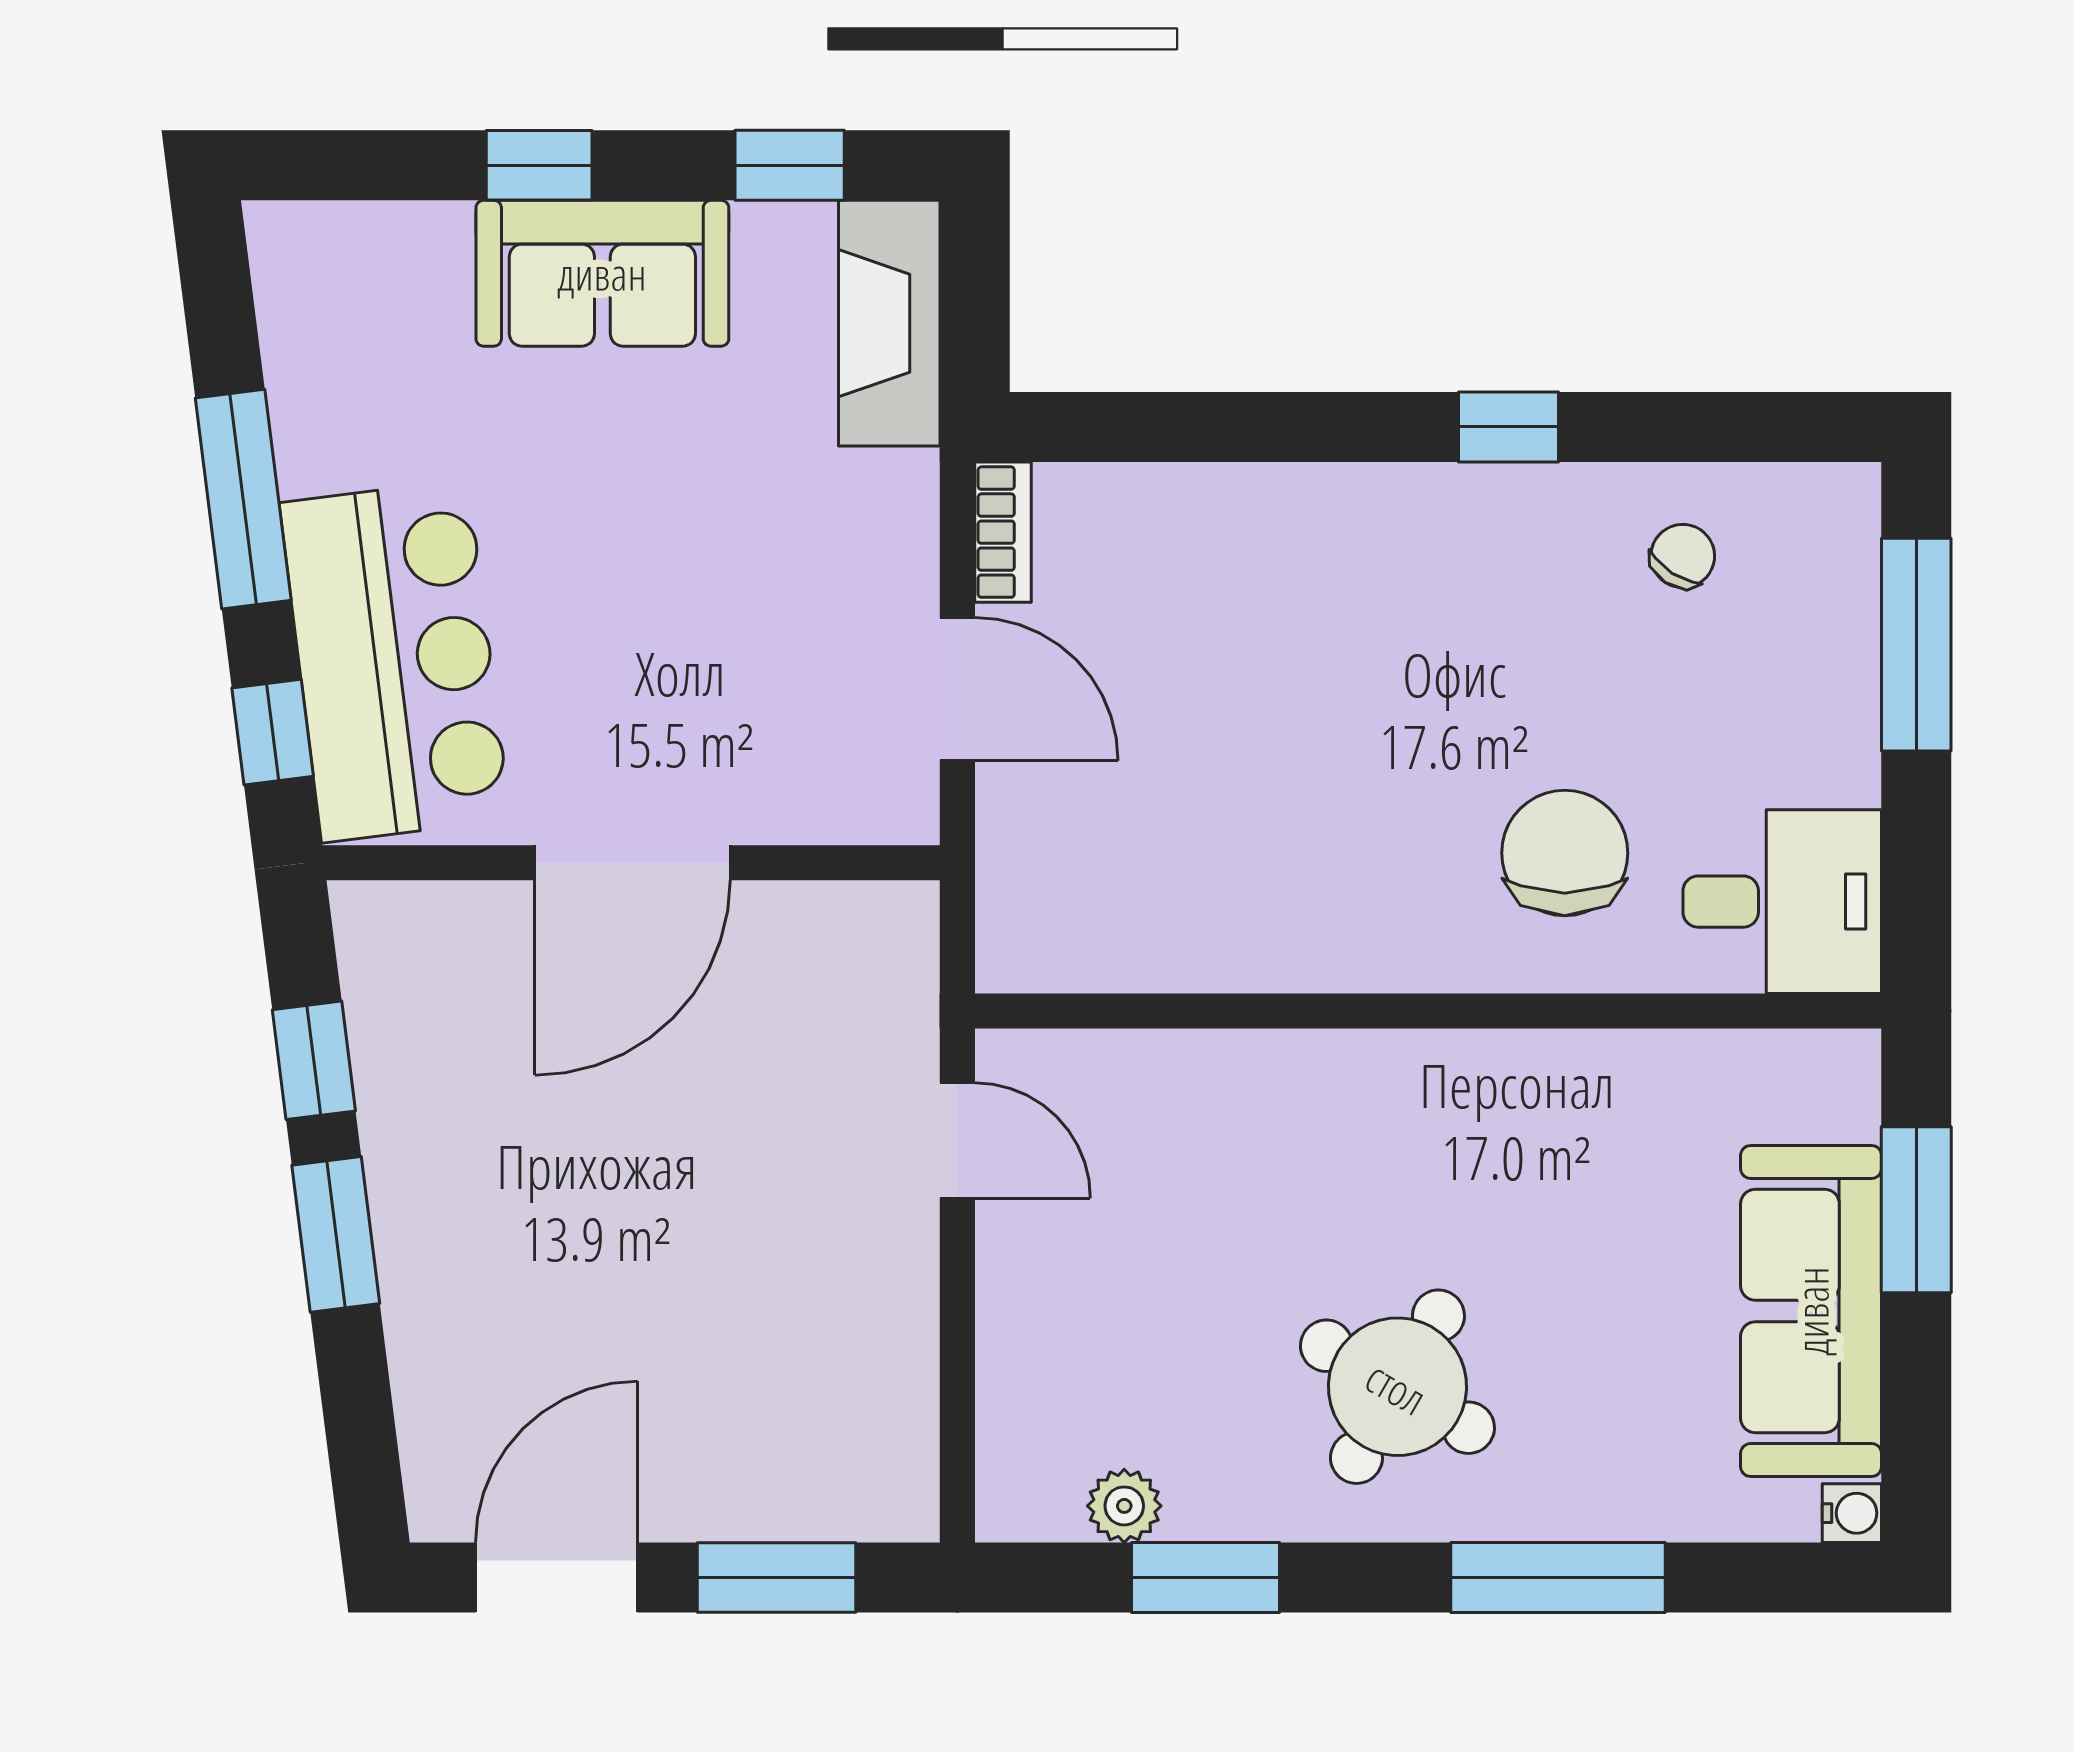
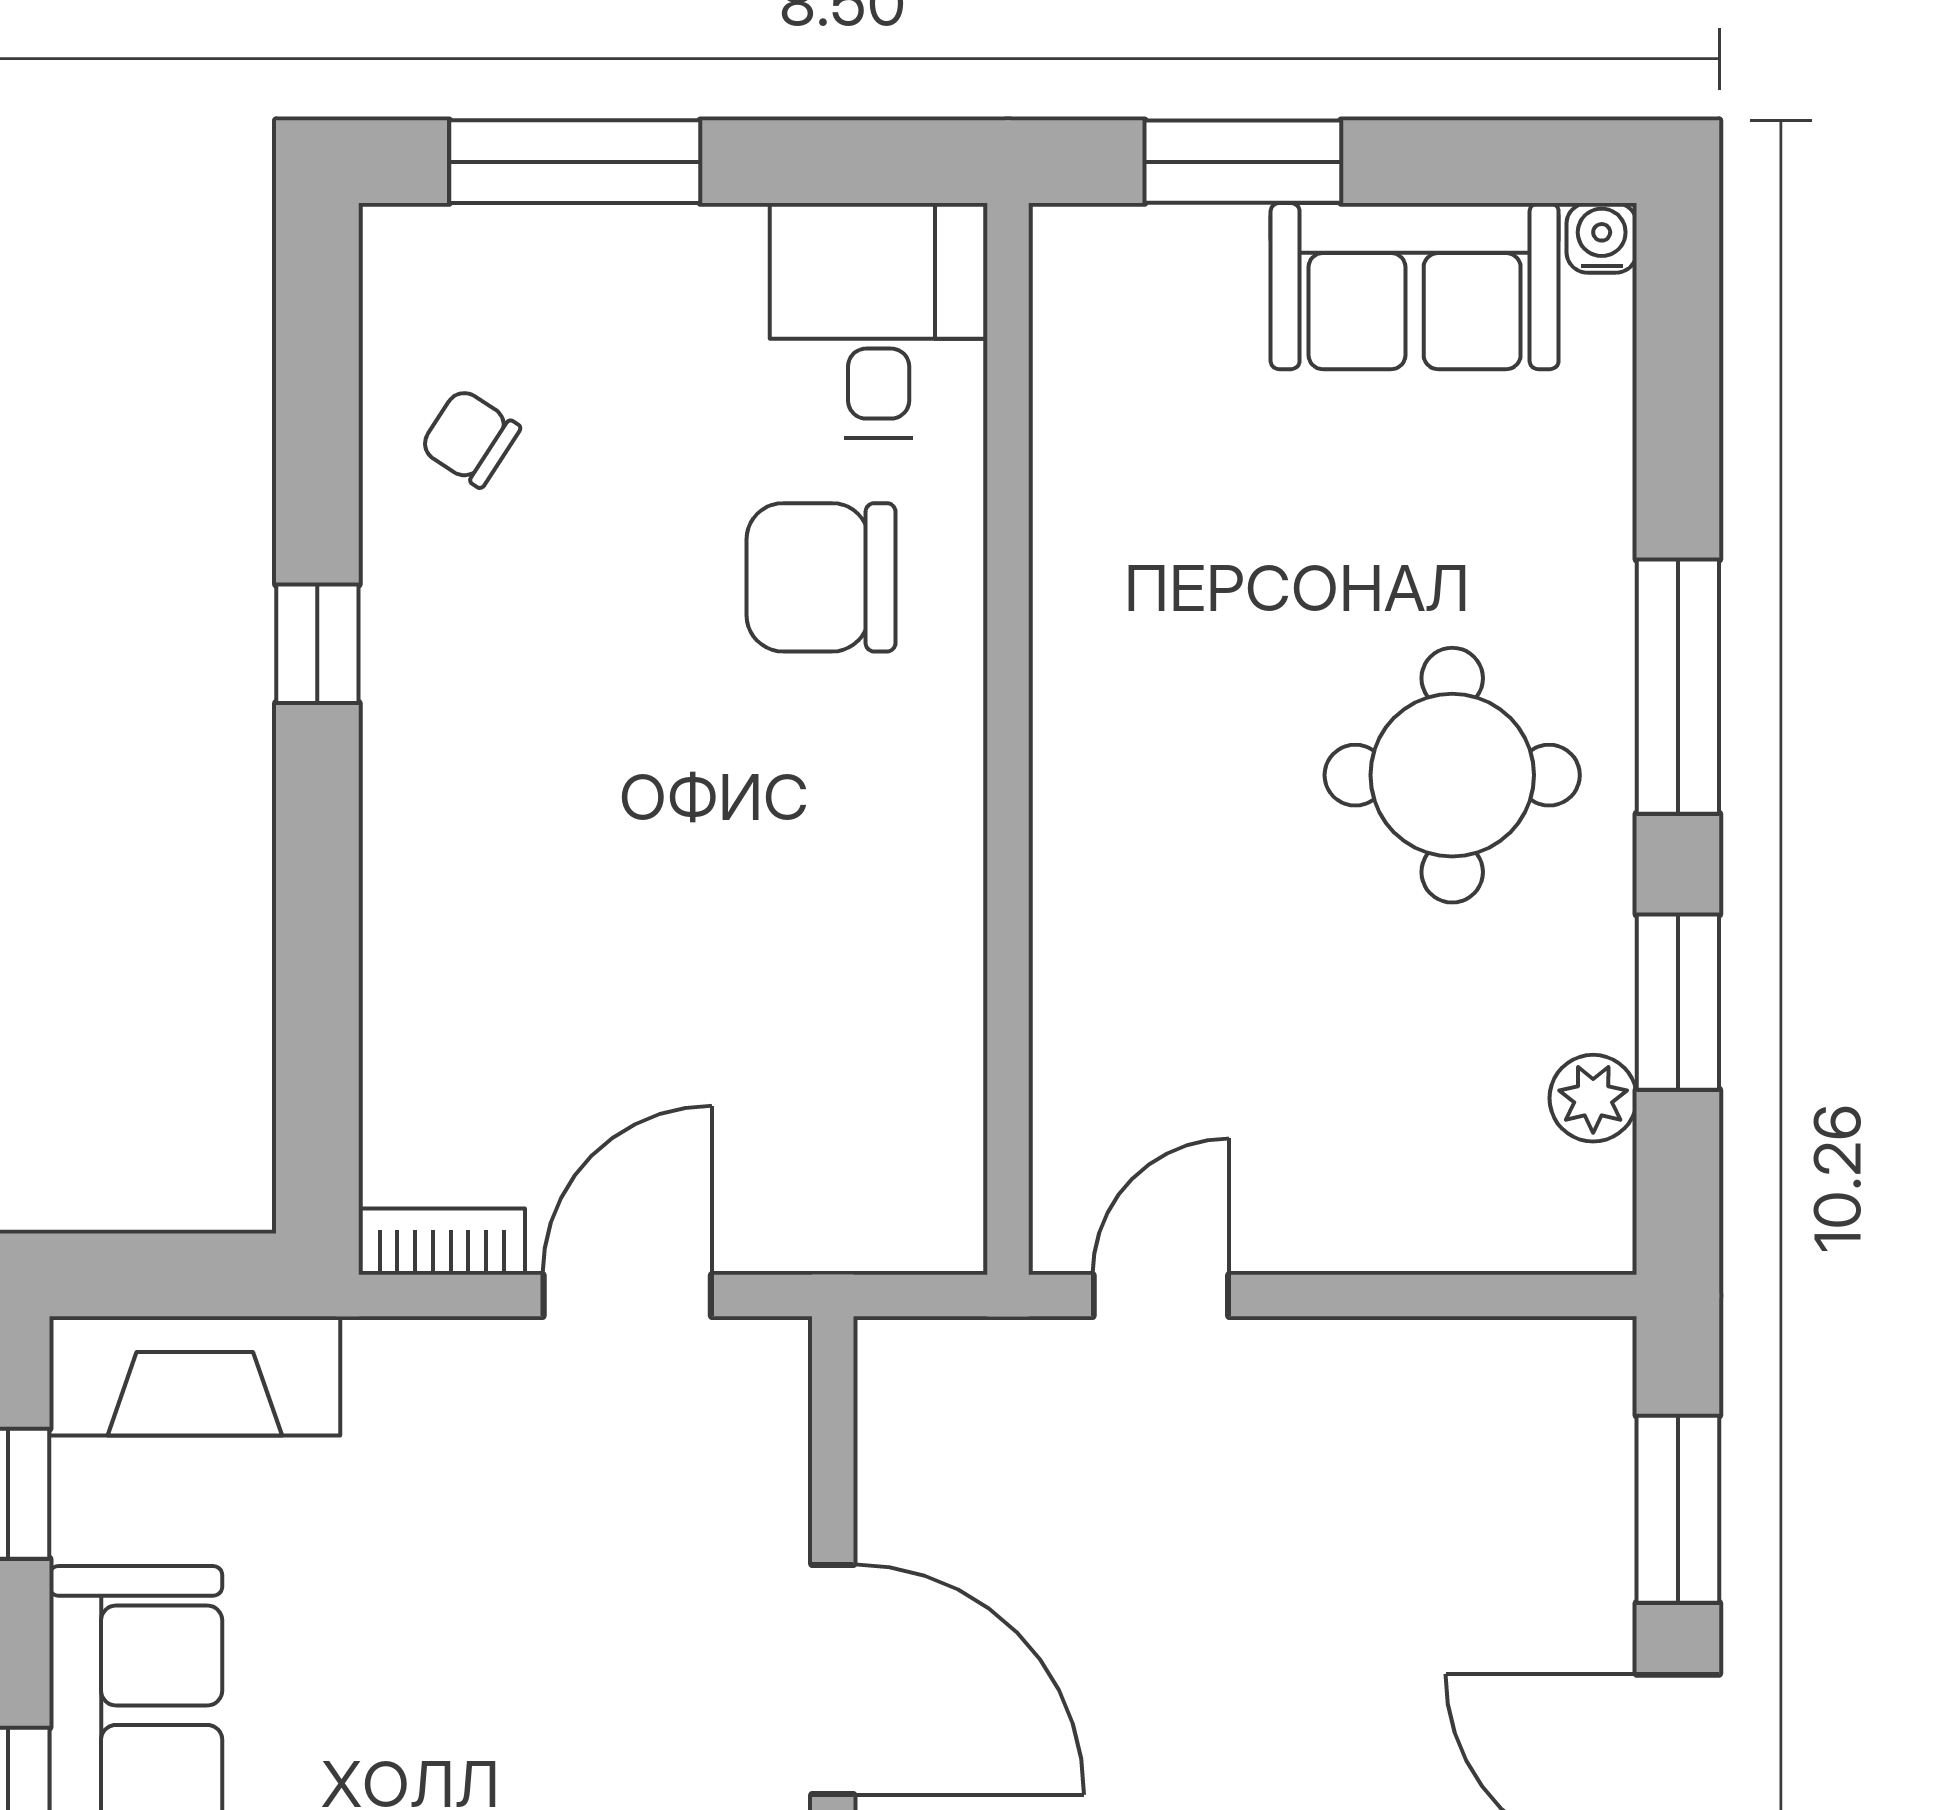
sofa: (1811, 1311) -> (1415, 286), width x0.73
round table: (1397, 1387) -> (1452, 775), turned -30
window: (1558, 1578) -> (1678, 687), moved

